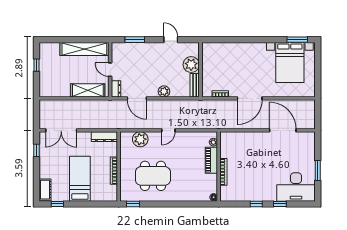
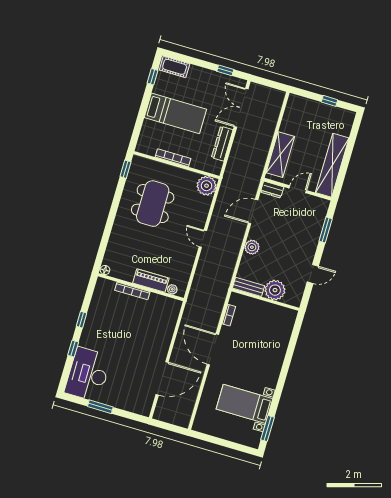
bed with nightstands: (290, 62) -> (244, 404), width x0.73
dresser: (104, 137) -> (222, 144), moved
plant: (140, 139) -> (207, 186), moved

